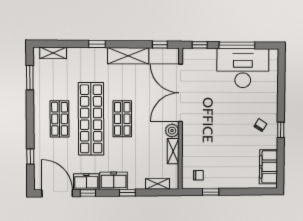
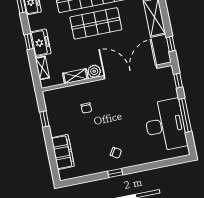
shop shelf: (122, 119) -> (96, 23), width x1.43, depth x1.36
filing cabinet: (268, 167) -> (63, 152), moved, turned 90
chair: (198, 175) -> (86, 108), moved
freezer: (114, 181) -> (41, 43), moved

